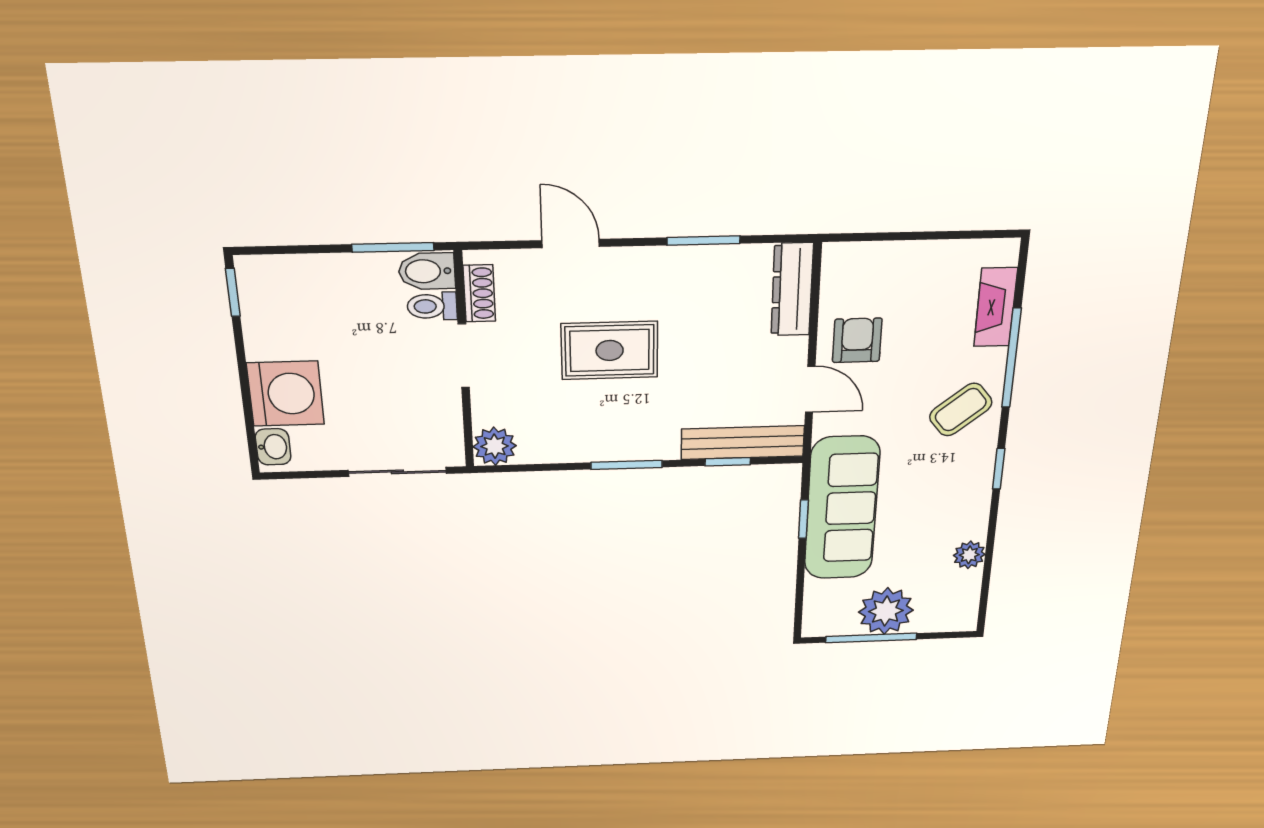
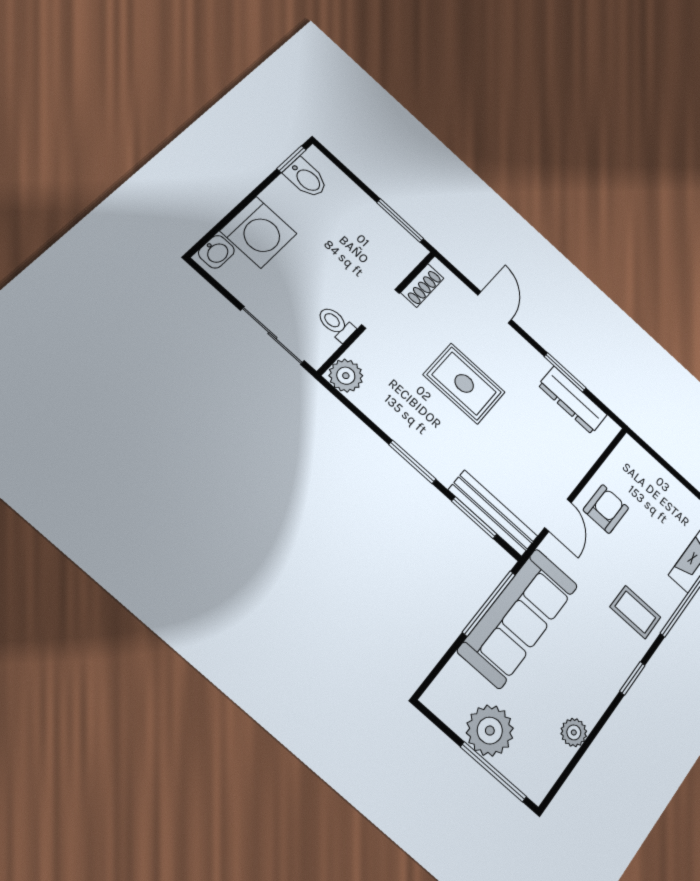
bidet: (427, 271) -> (306, 178), moved, turned 180
dresser: (792, 289) -> (573, 400), moved, turned -90
toilet: (432, 306) -> (336, 324), moved
coffee table: (961, 410) -> (635, 612), turned 39
window: (728, 462) -> (474, 518), width x1.50
window: (803, 519) -> (489, 603), width x2.17
window: (871, 638) -> (493, 772), moved

